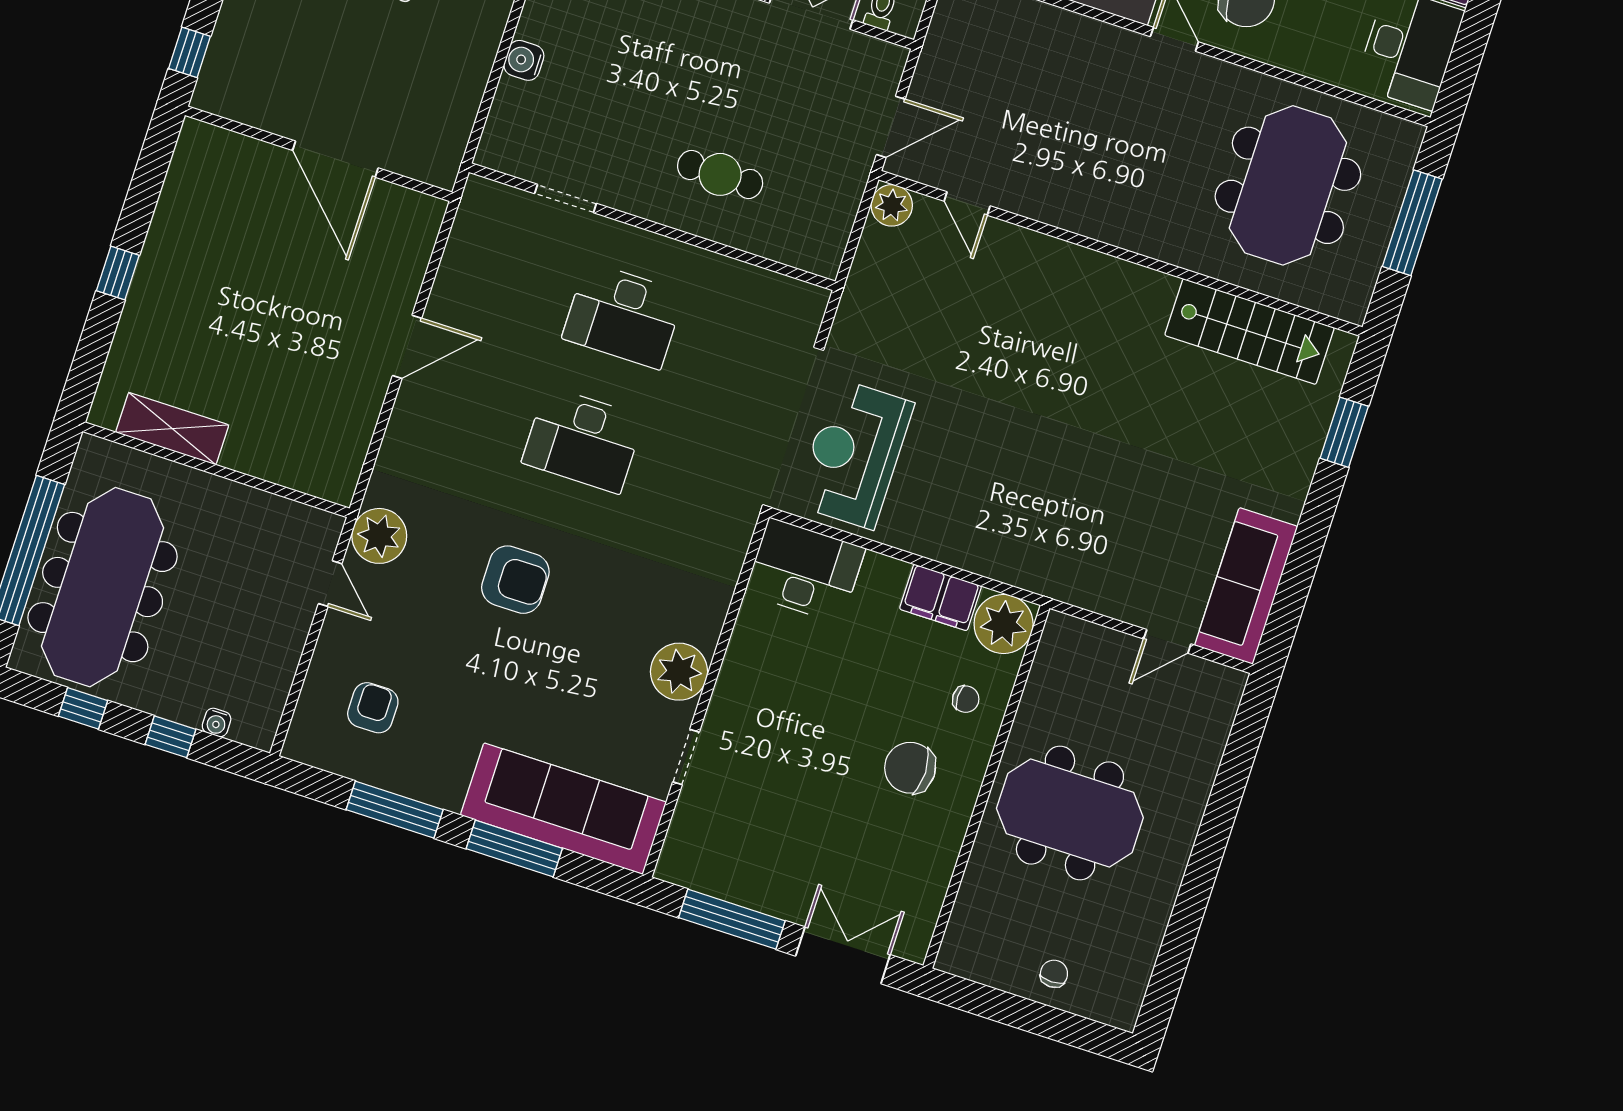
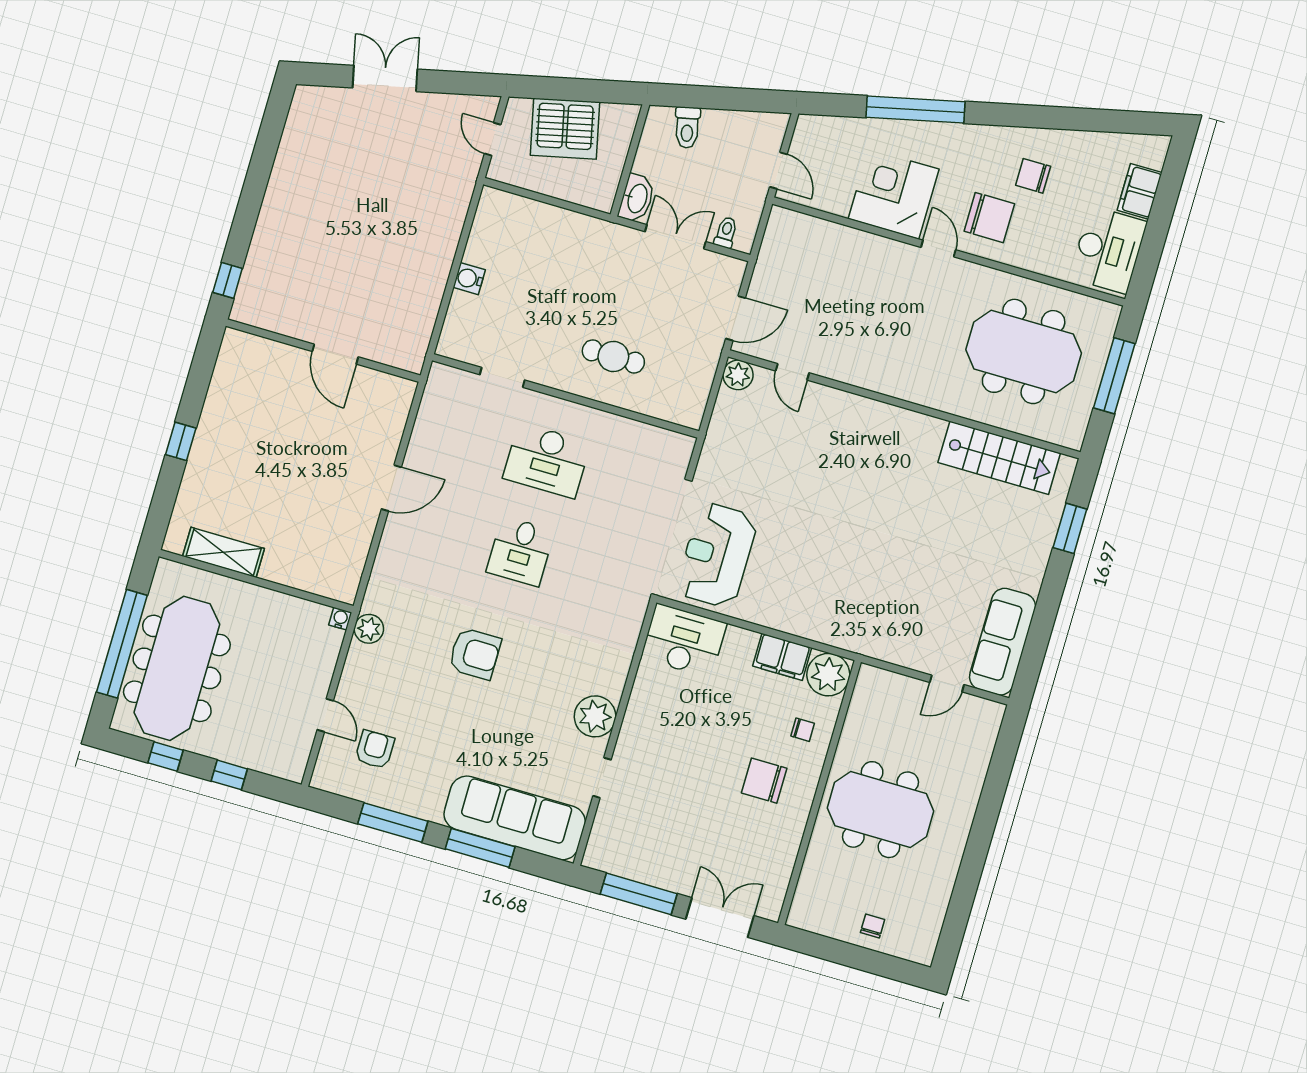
door: (335, 159) -> (335, 354), width x0.73
meeting table: (1288, 185) -> (1024, 351), turned 90
desk: (583, 440) -> (520, 551), width x0.73
plant: (379, 536) -> (369, 629), width x0.73, depth x0.73
door: (330, 584) -> (325, 715), moved
water cooler: (217, 722) -> (340, 619), moved, turned 180

